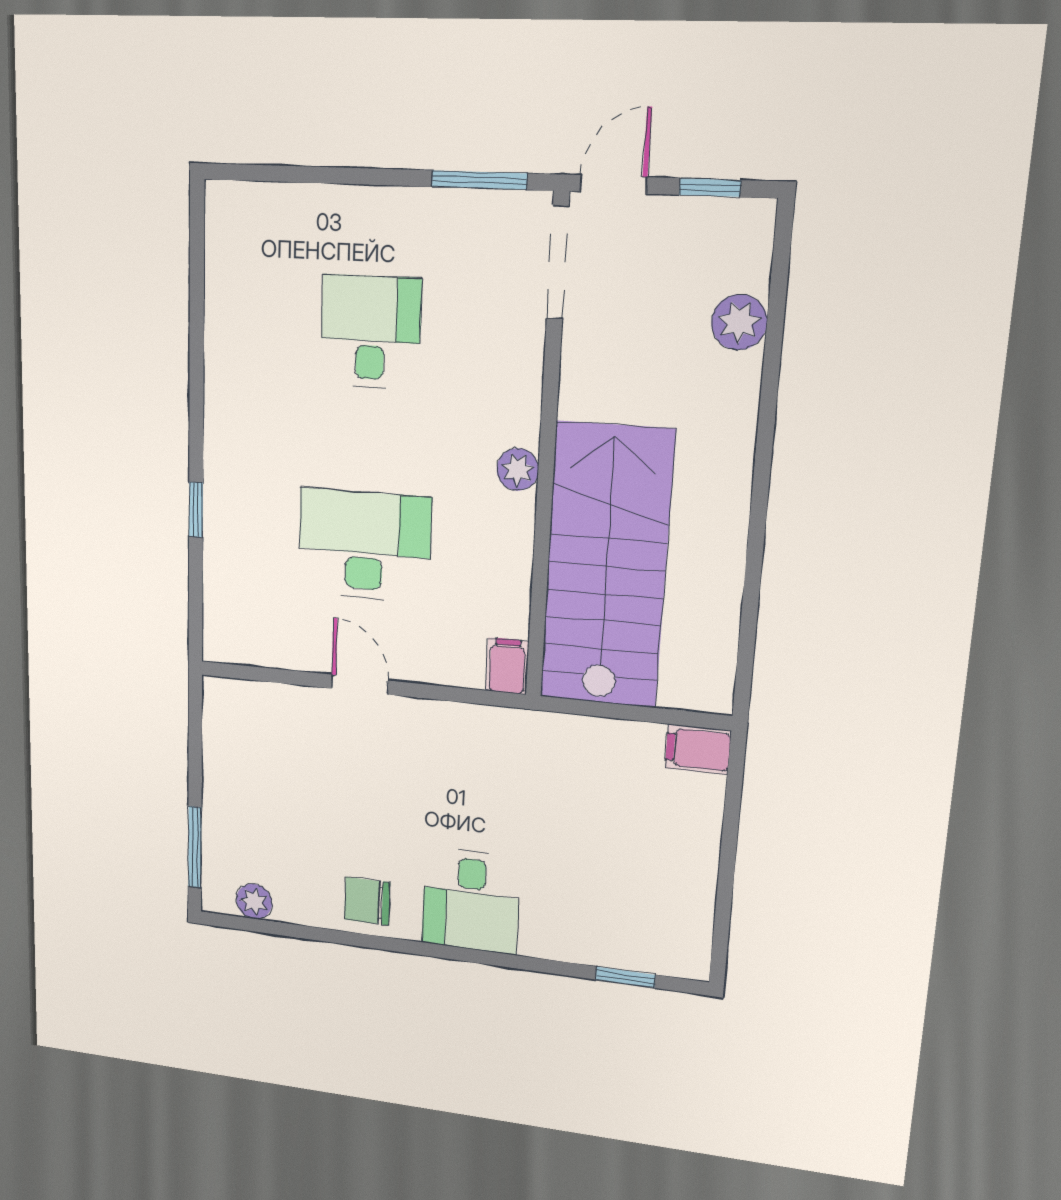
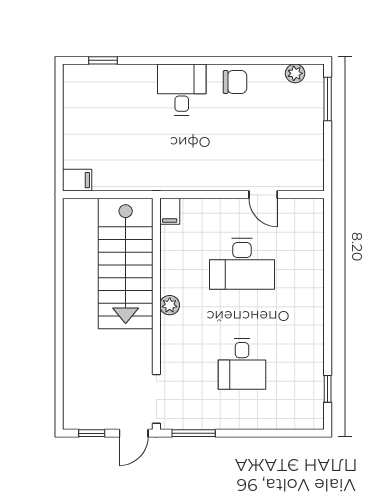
plant: (739, 322) -> (75, 377), removed
window: (196, 510) -> (328, 389), moved
door: (360, 684) -> (263, 195), moved

